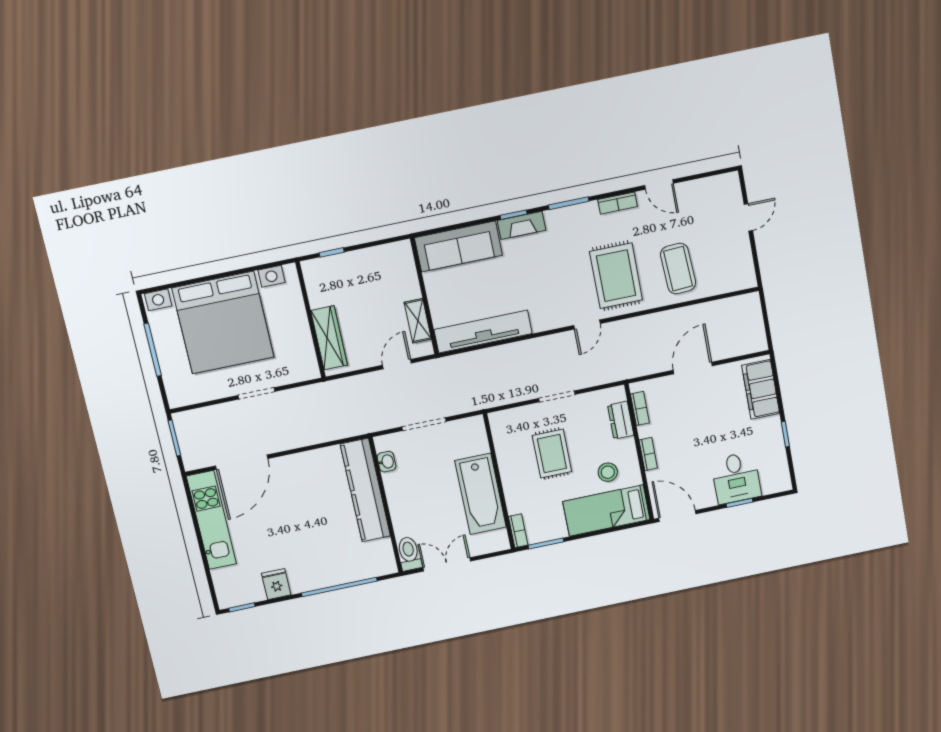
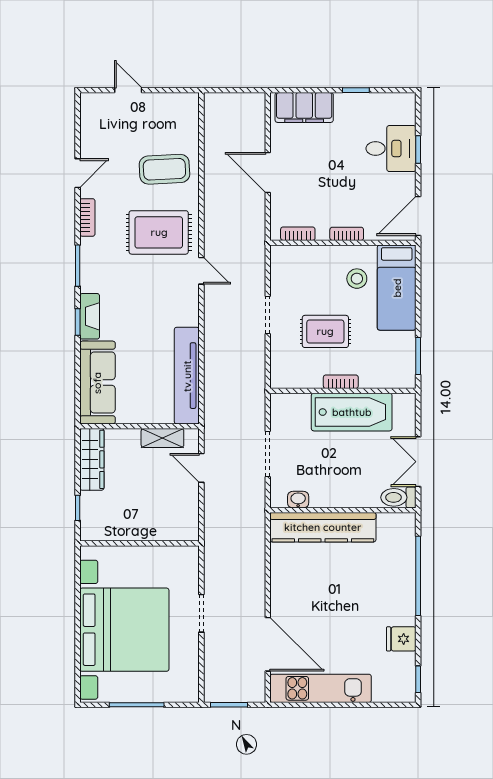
wardrobe: (329, 338) -> (92, 459), moved, turned 90
dresser: (621, 420) -> (306, 255), removed
bookcase: (518, 531) -> (341, 382), moved

